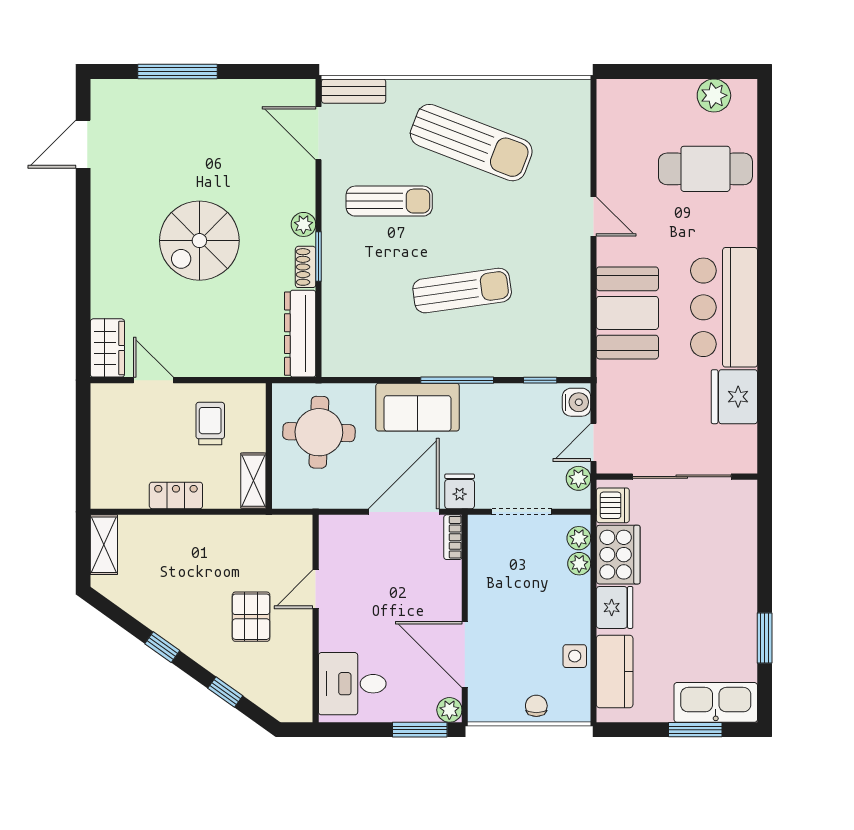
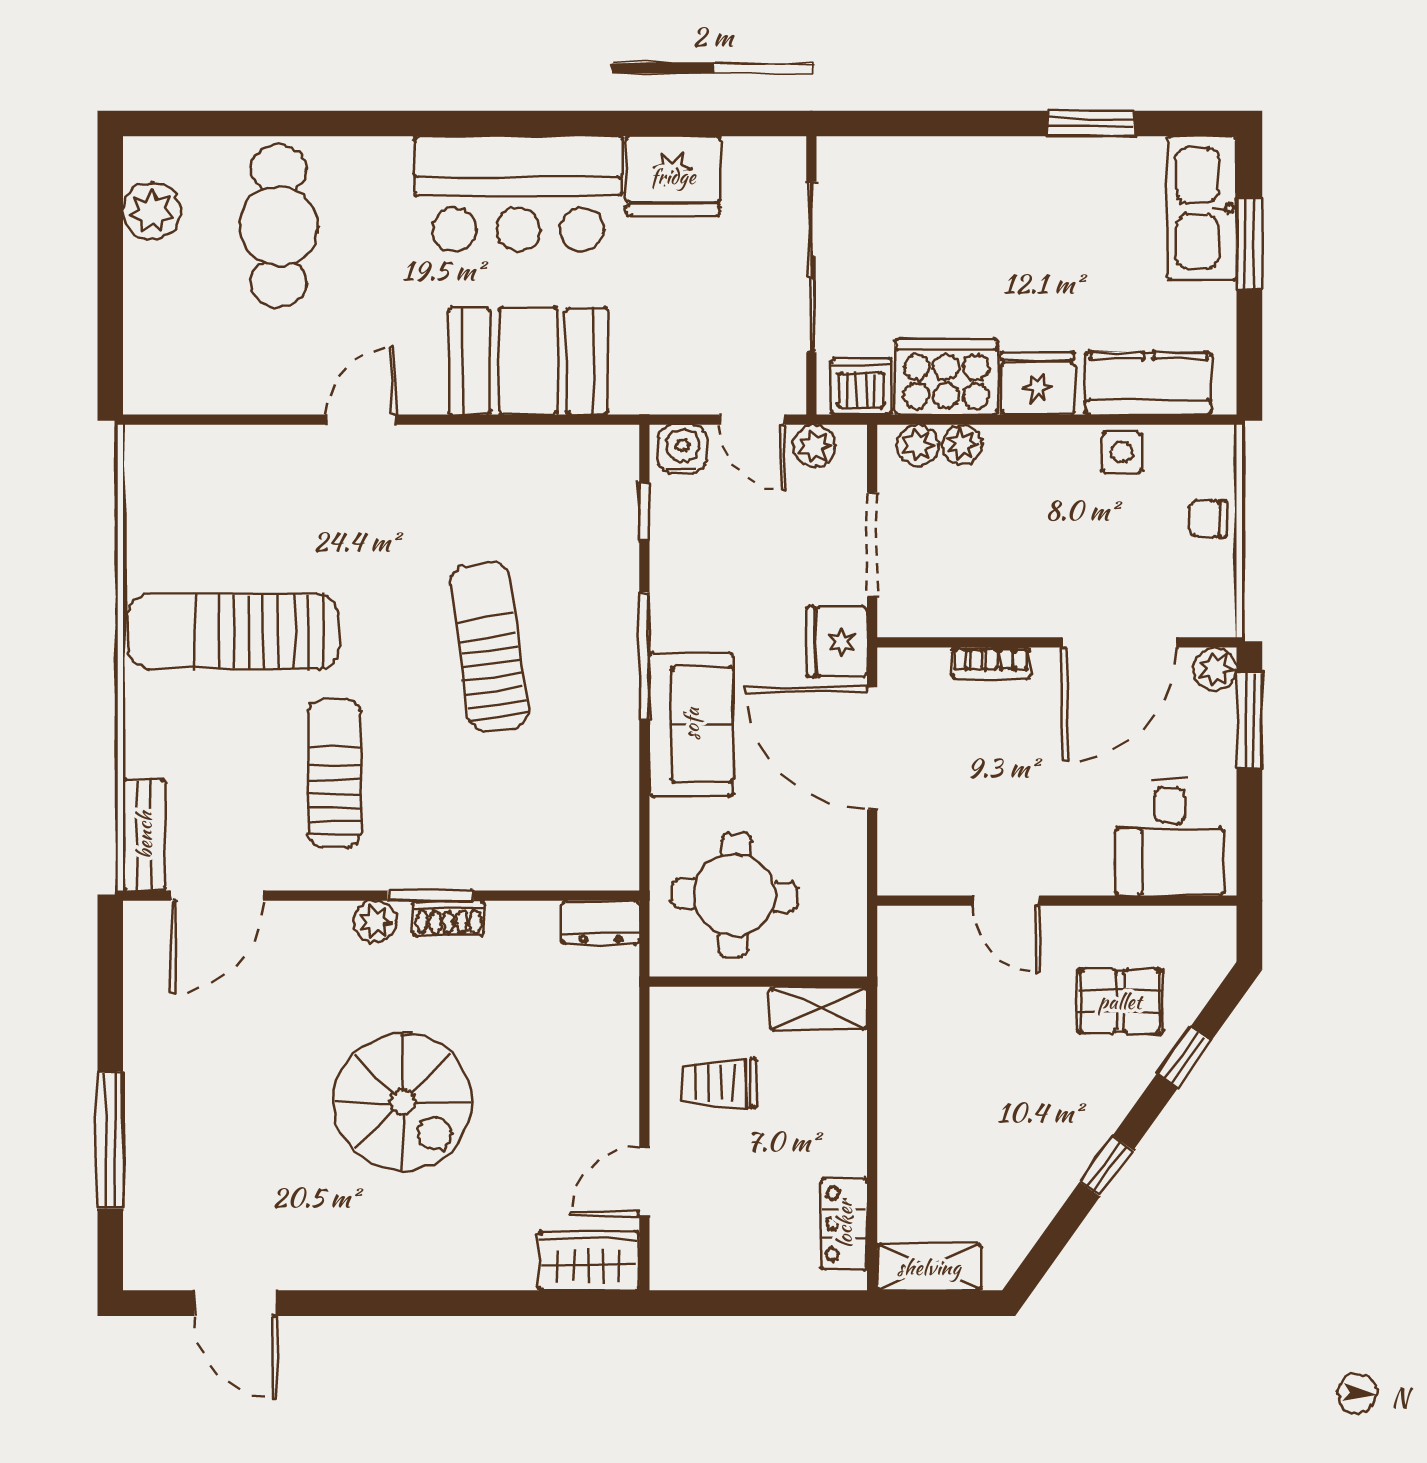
sun lounger: (471, 143) -> (233, 631), turned -111
dresser: (300, 334) -> (601, 922), width x0.51, depth x0.80
fridge: (460, 491) -> (837, 642), width x1.38
locker: (176, 495) -> (844, 1224), moved
bookcase: (453, 537) -> (991, 663), moved
pallet: (251, 617) -> (1120, 1001), moved

